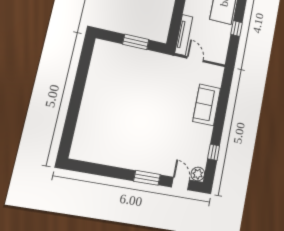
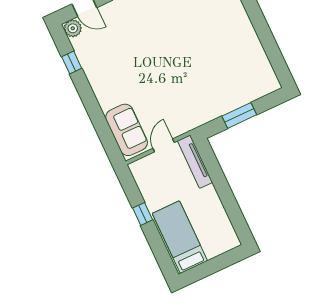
door: (195, 59) -> (164, 145), swing flipped
sofa: (207, 105) -> (127, 130), moved

